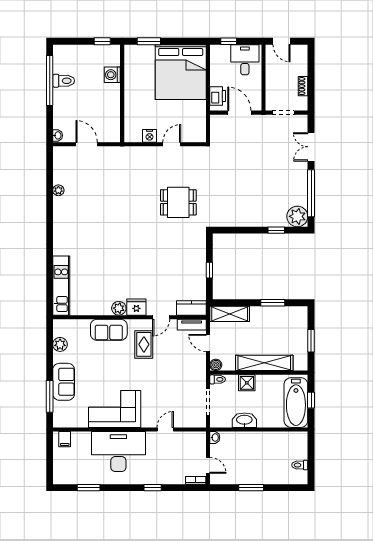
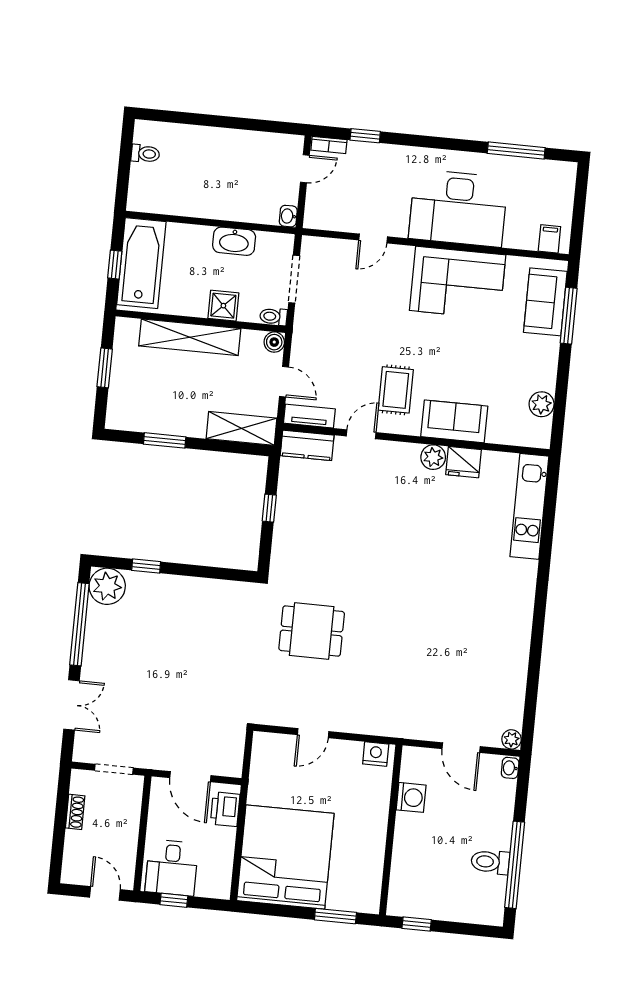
window: (229, 41) -> (174, 900), moved
washing machine: (112, 75) -> (411, 797), moved
nightstand: (150, 136) -> (376, 754), moved
plant: (58, 190) -> (512, 739), moved
fridge: (136, 307) -> (464, 462), moved
sofa: (64, 382) -> (545, 302), moved
door: (208, 465) -> (305, 169), swing flipped
window: (89, 488) -> (516, 151), width x1.44
window: (153, 488) -> (365, 136), moved
window: (251, 488) -> (234, 123), removed

